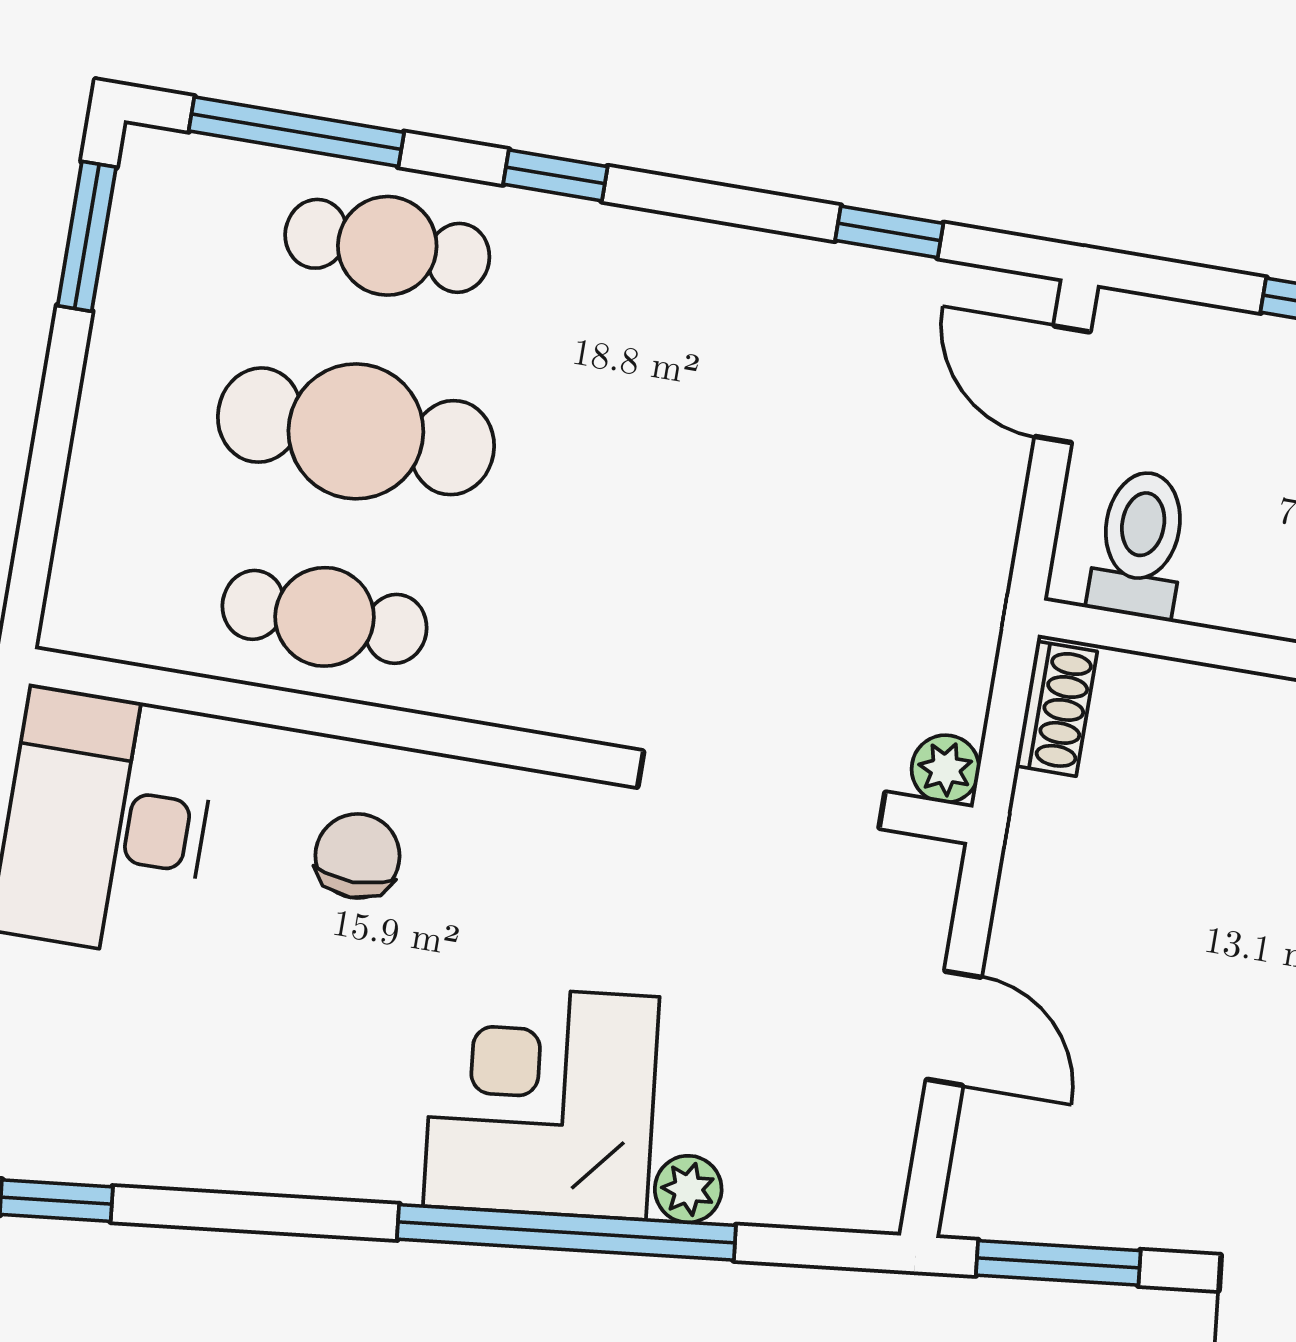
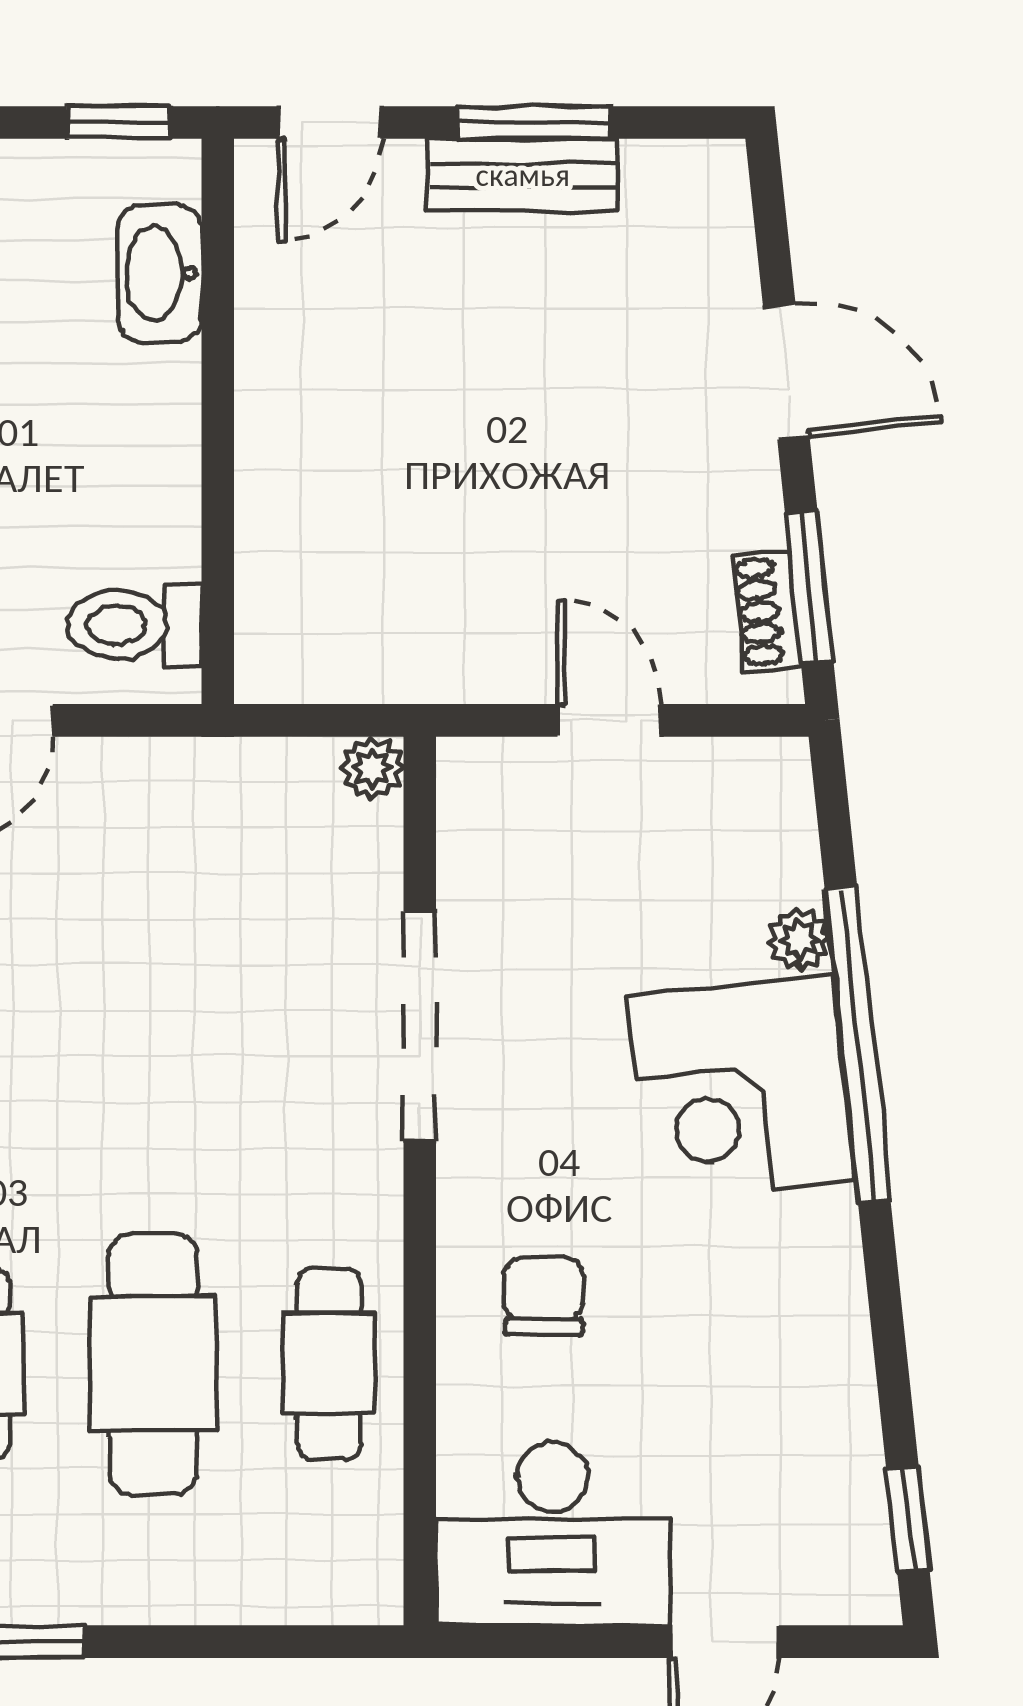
shoe rack: (1056, 709) -> (767, 611), moved, turned -96
doorway: (761, 790) -> (420, 1026), moved
chair: (357, 856) -> (544, 1296), turned 90
door: (954, 1028) -> (610, 720), hinge flipped

